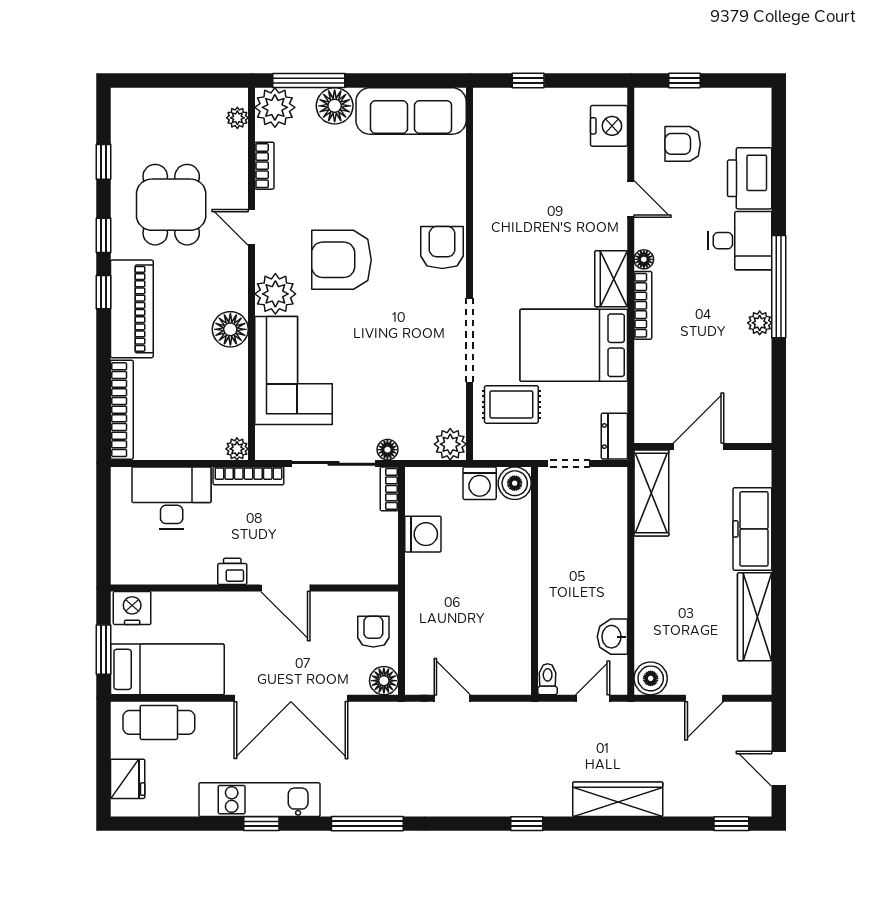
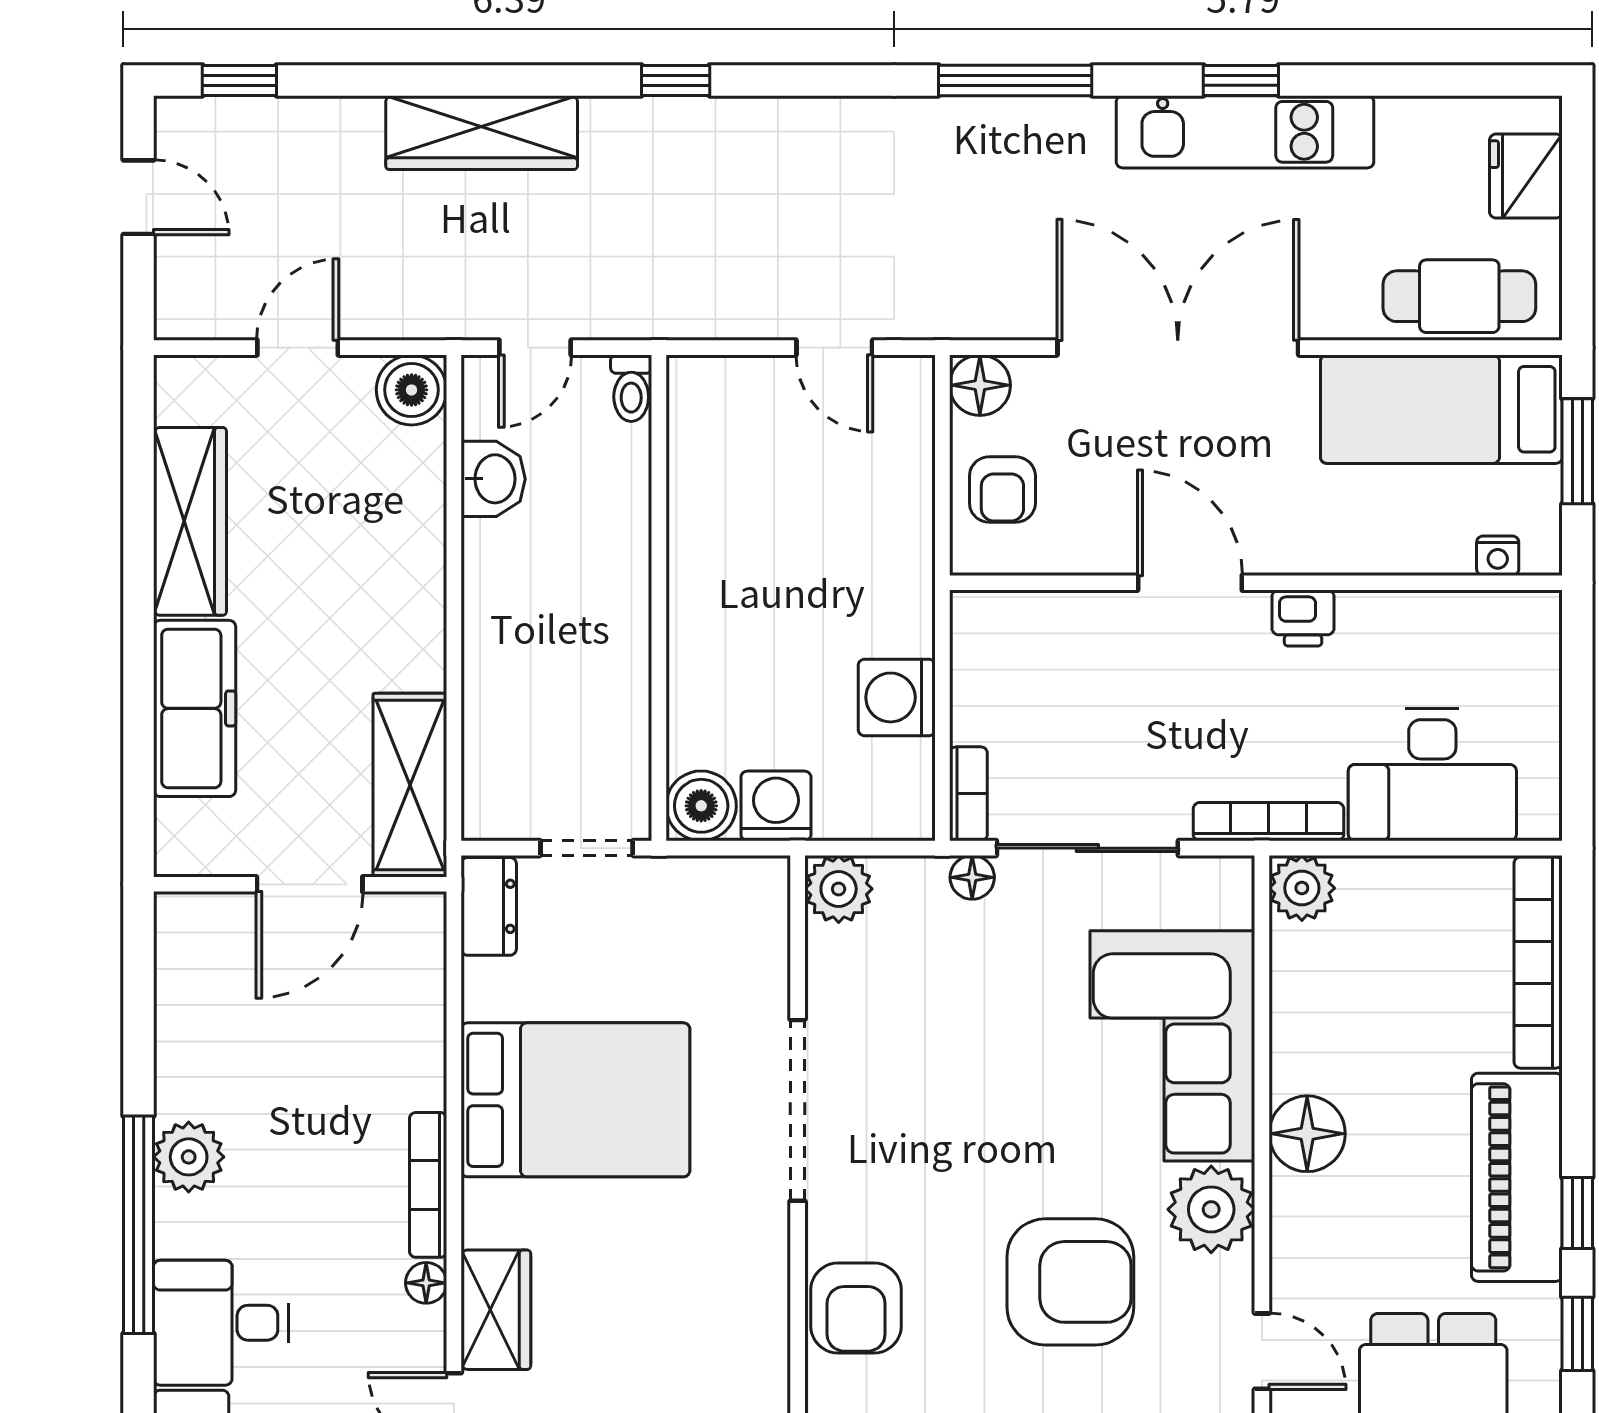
wardrobe: (611, 279) -> (496, 1310), moved
plant: (760, 323) -> (189, 1157), width x1.38, depth x1.38
rug: (511, 404) -> (708, 974), removed
plant: (237, 449) -> (1302, 888), width x1.38, depth x1.38
nightstand: (132, 608) -> (1498, 556), width x0.53, depth x0.56

